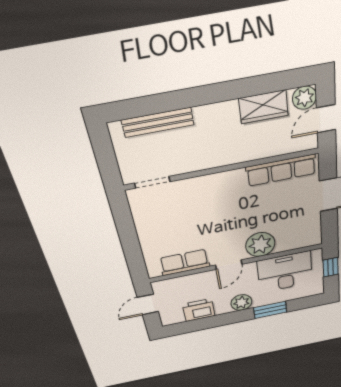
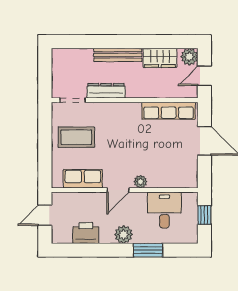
bench: (158, 122) -> (118, 55), moved
dresser: (195, 163) -> (106, 91), added
coffee table: (167, 222) -> (76, 137), added
plant: (260, 245) -> (140, 182), width x0.53, depth x0.53
desk: (285, 272) -> (164, 210), width x0.73

